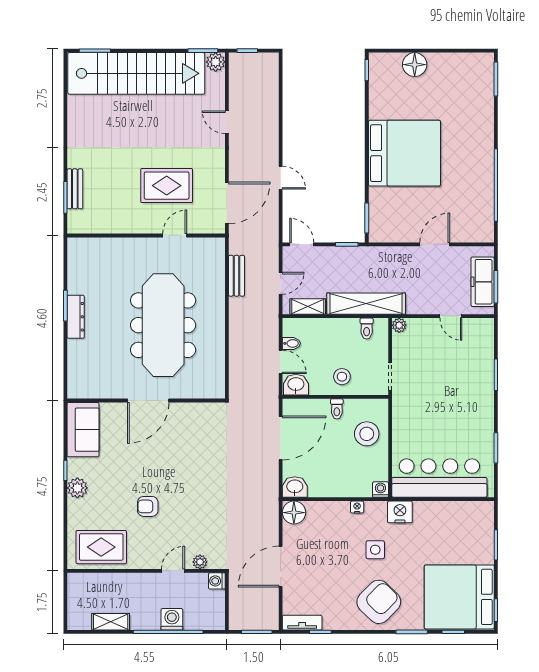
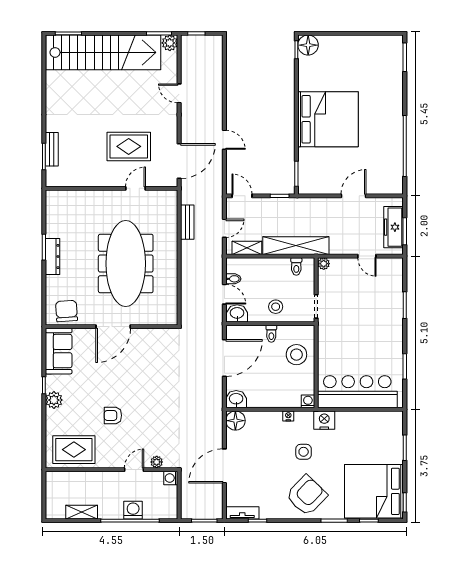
floor lamp: (415, 65) -> (308, 45), moved
chair: (92, 382) -> (67, 311), added

